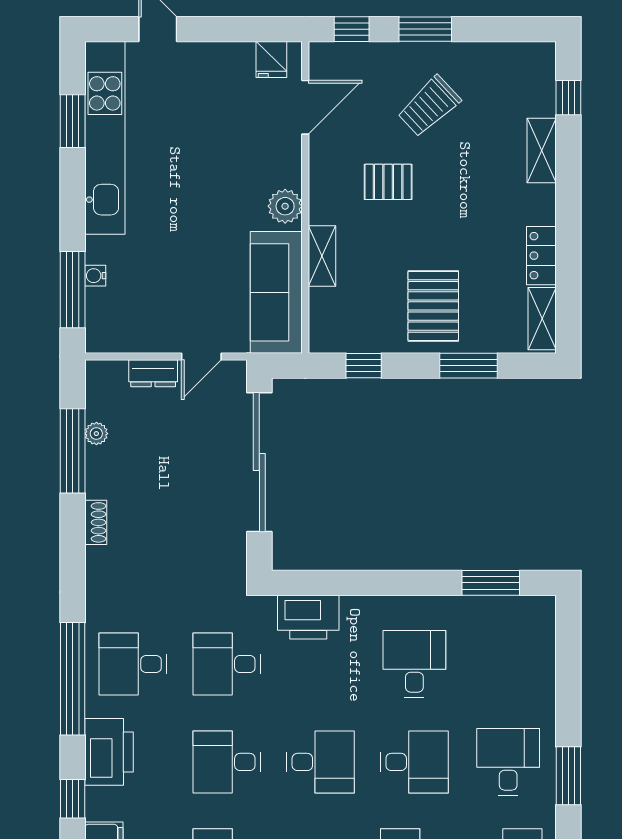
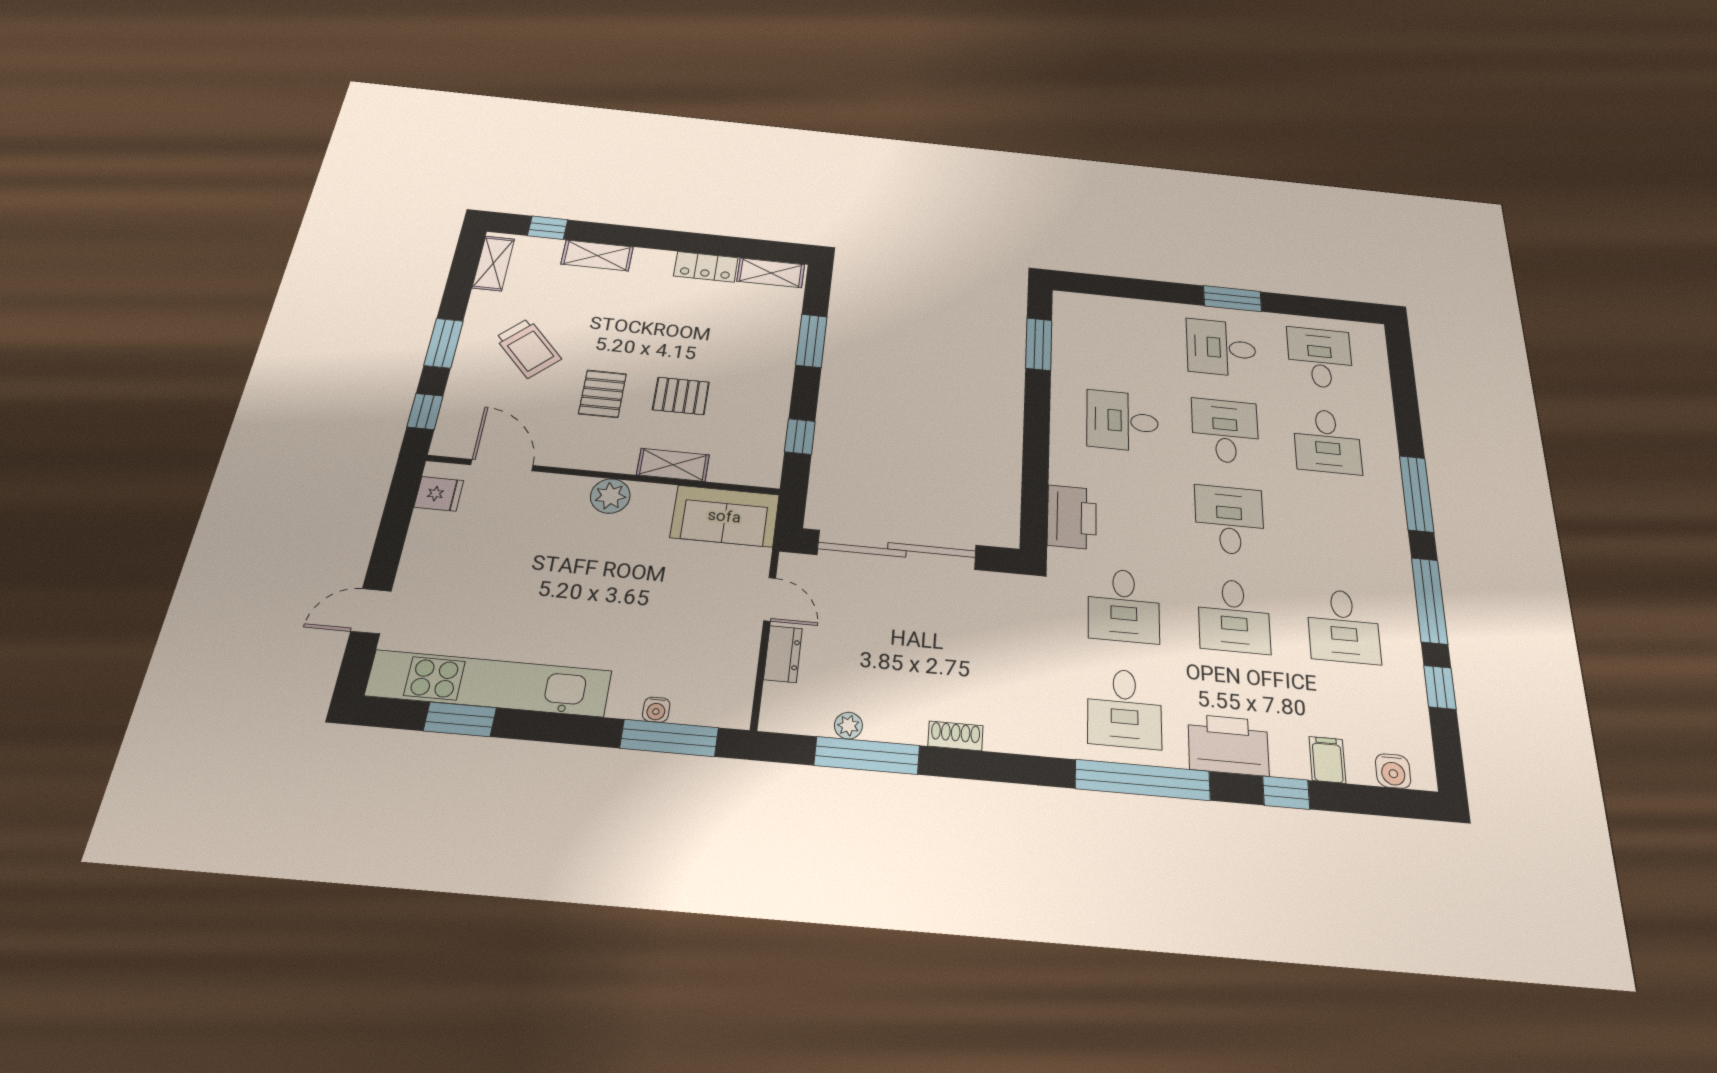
shelving: (520, 55) -> (493, 263), added
sofa: (276, 292) -> (725, 516), width x0.73
pallet: (433, 306) -> (681, 396), moved, width x0.67, depth x0.71

